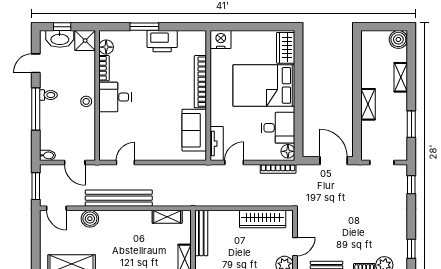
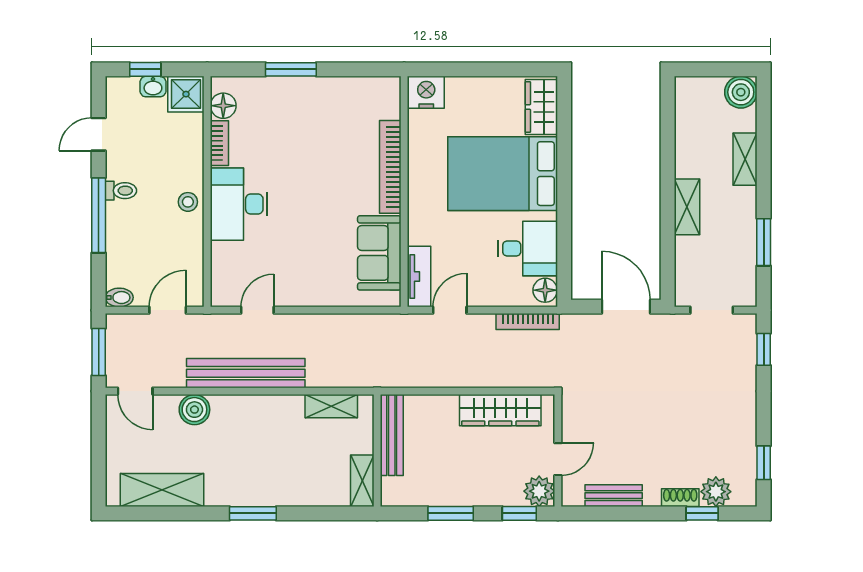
washbasin: (60, 39) -> (153, 87), width x0.52, depth x0.69
printer: (162, 41) -> (322, 95), removed
desk: (115, 97) -> (239, 204), width x1.37
door: (75, 163) -> (168, 310), swing flipped

